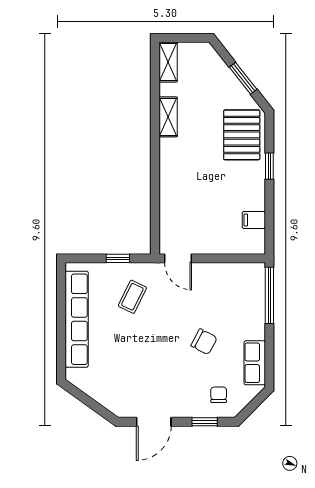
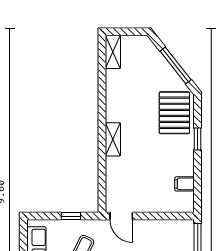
window: (243, 78) -> (176, 65), width x1.44
shelving: (168, 117) -> (113, 139), moved

